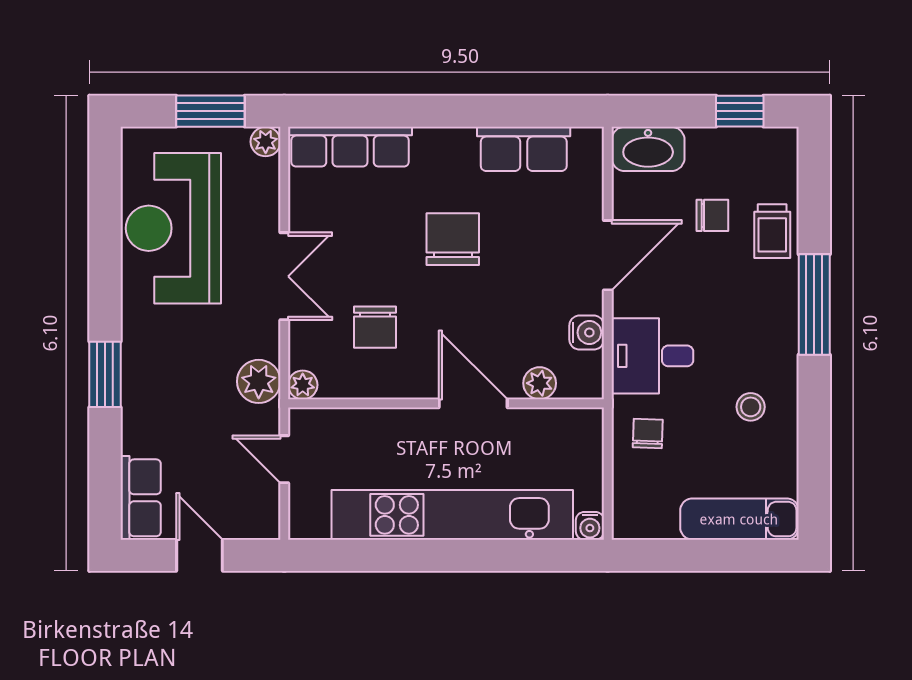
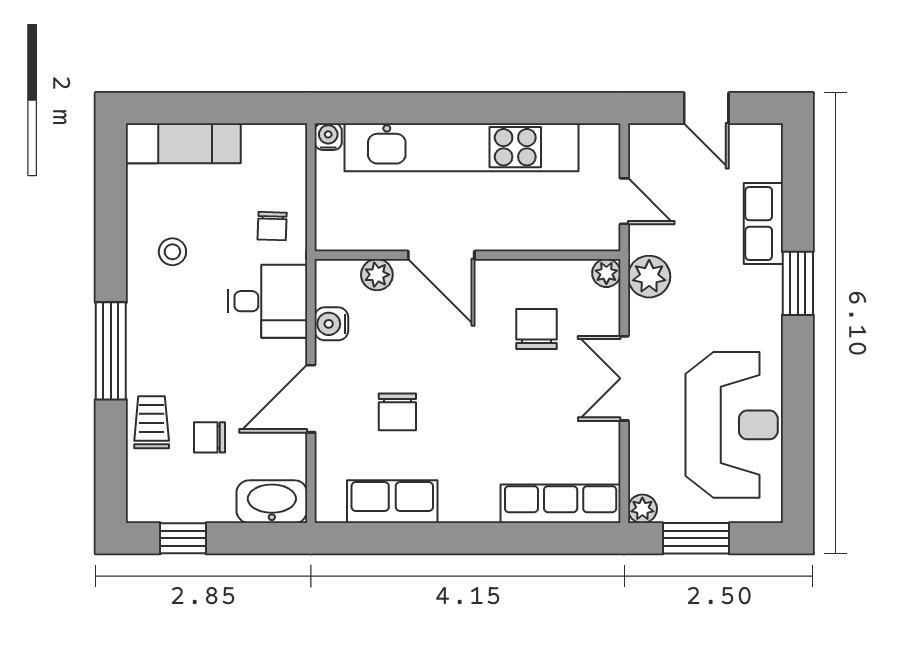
chair: (453, 239) -> (397, 412), moved, width x0.73, depth x0.73
row of seats: (141, 498) -> (763, 223), moved

